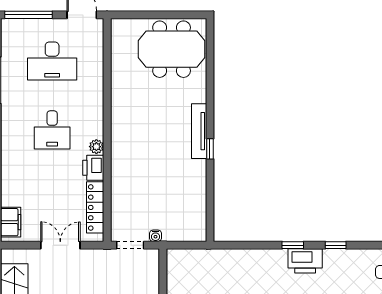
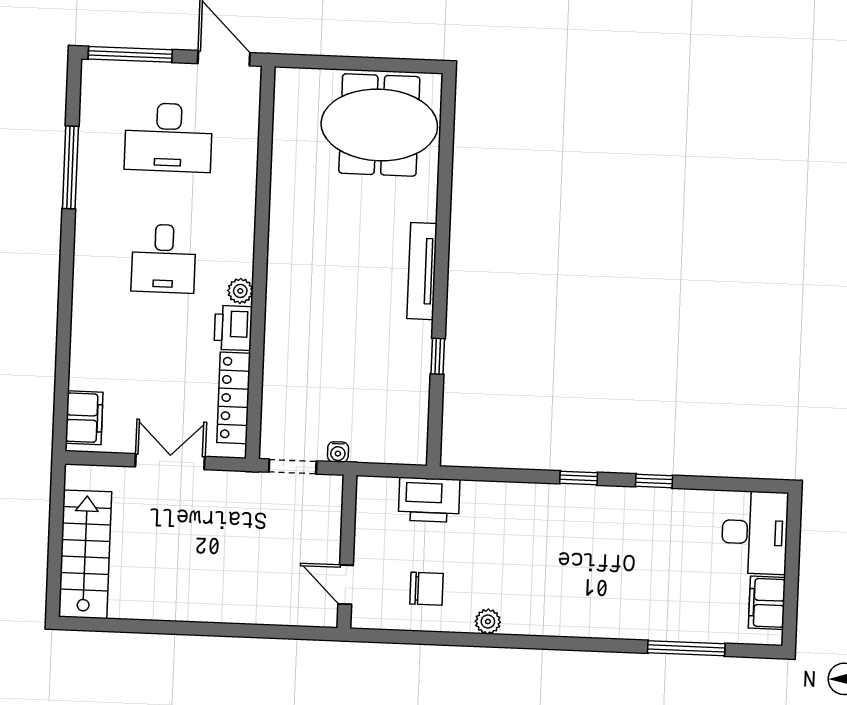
window: (210, 149) -> (438, 356), moved
printer: (305, 261) -> (429, 500), moved

